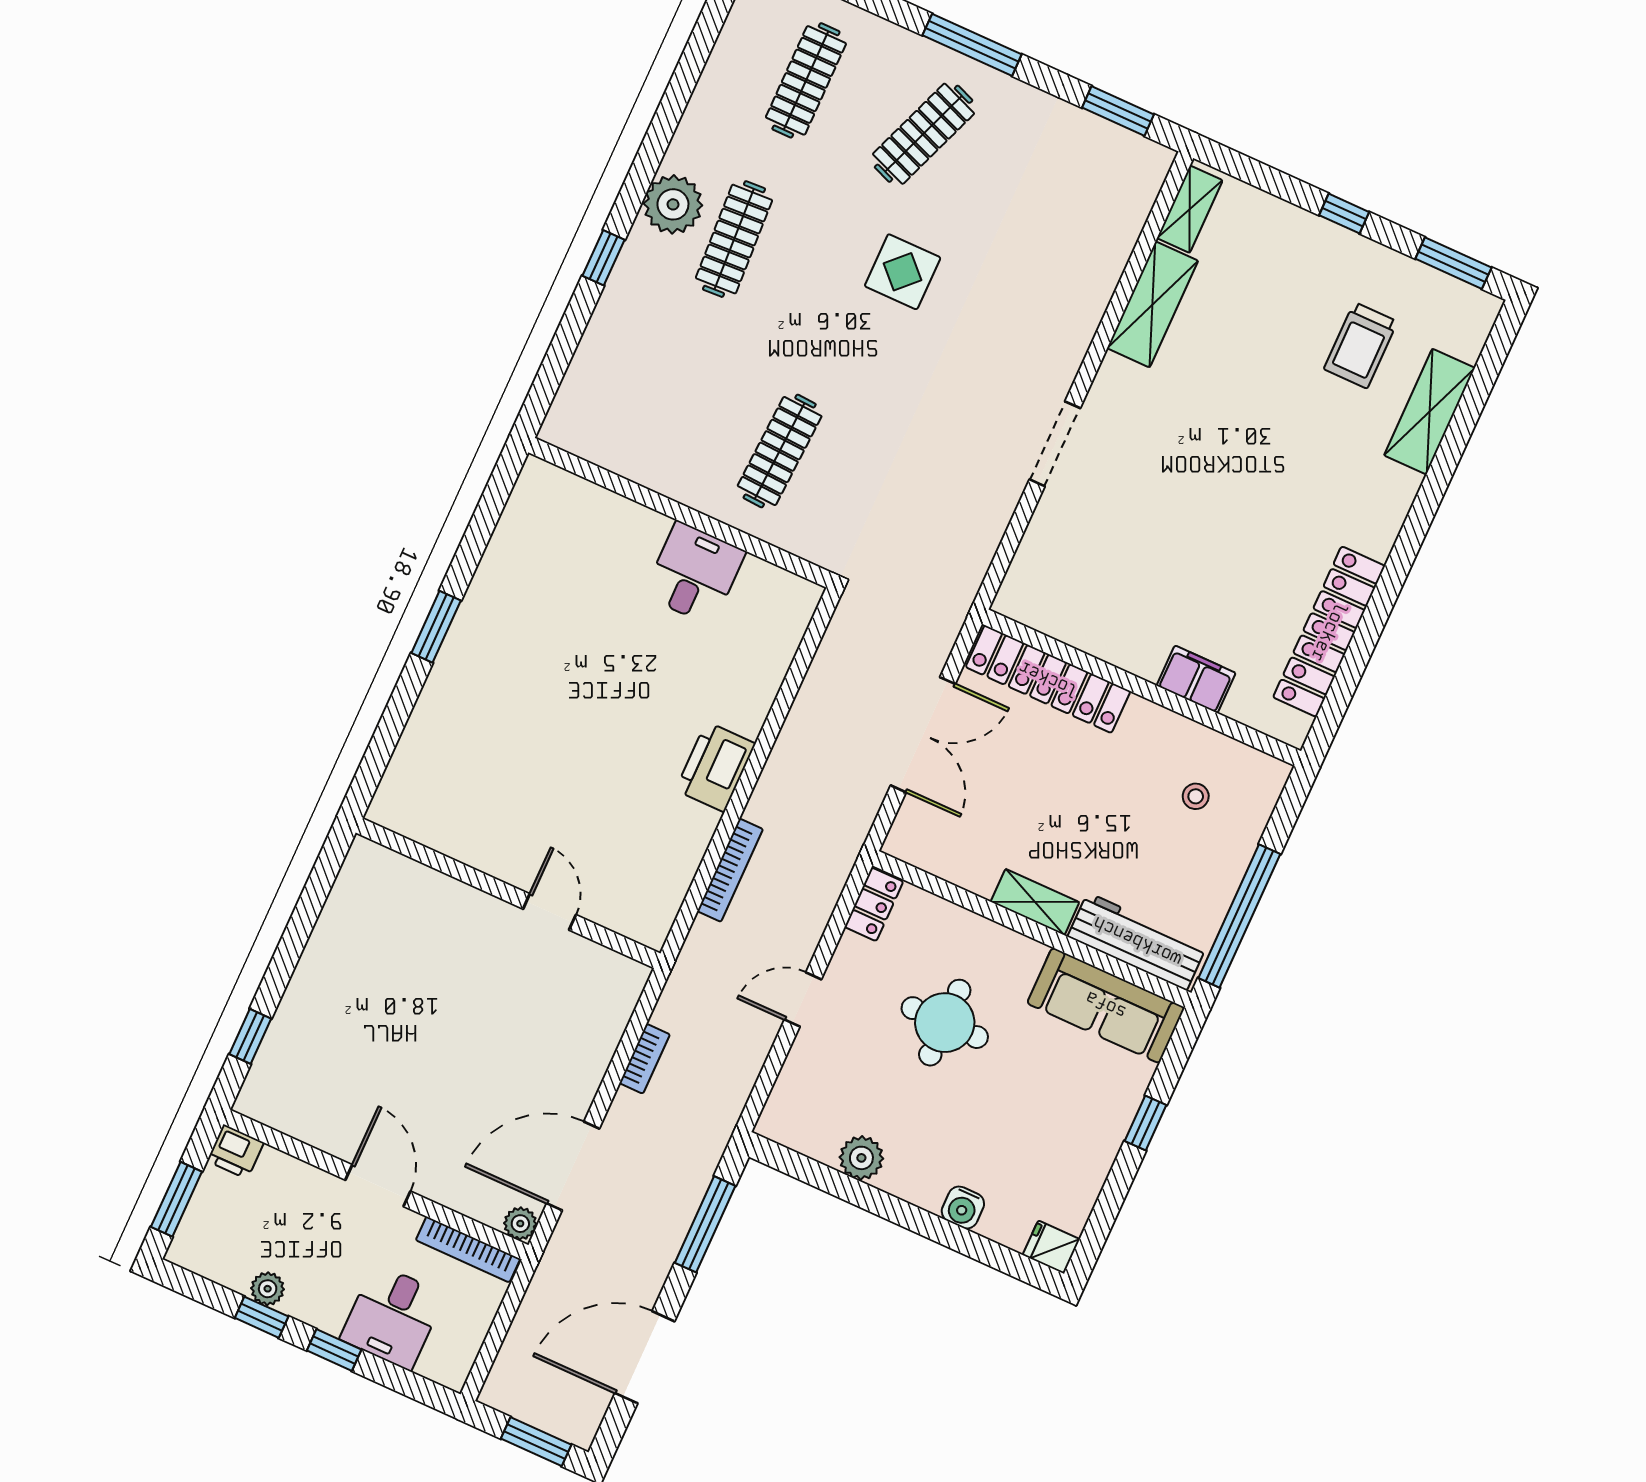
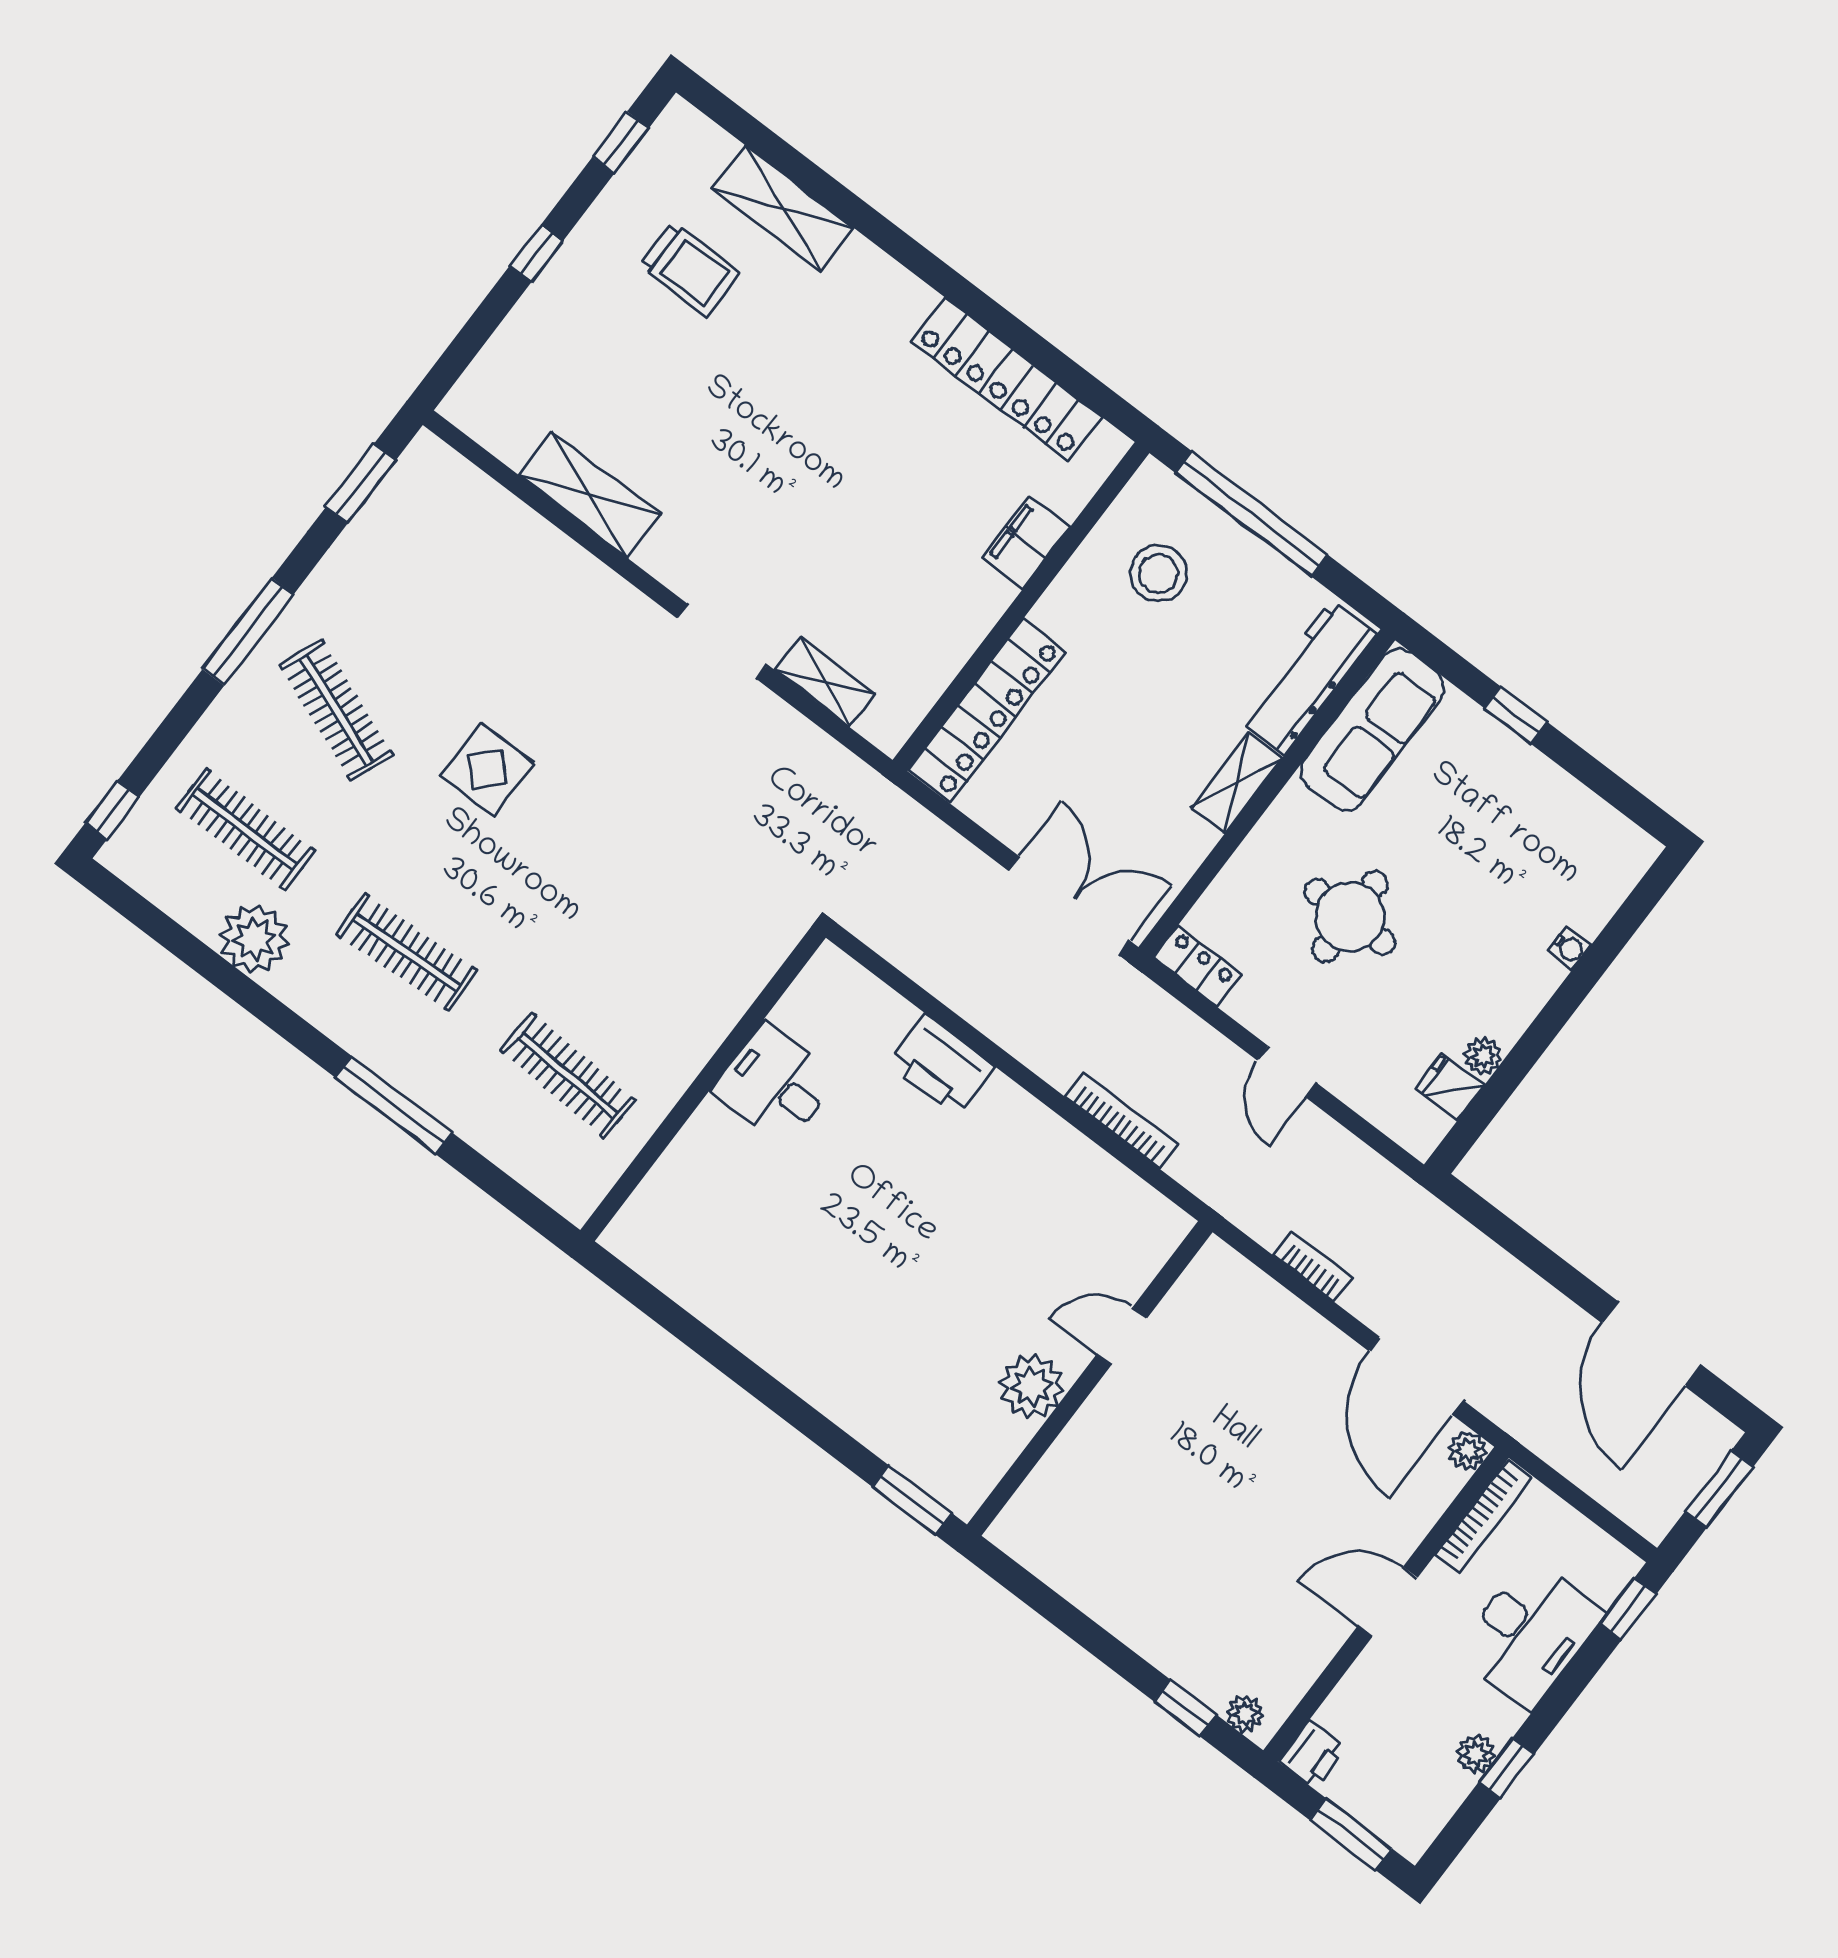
plant: (673, 204) -> (255, 939), moved
shelving: (1190, 209) -> (825, 682), moved
window: (604, 258) -> (394, 1105), width x2.17
window: (1453, 263) -> (621, 143), width x0.67
clothes rail: (780, 451) -> (568, 1075), moved
window: (436, 627) -> (912, 1500), moved
double door: (923, 735) -> (1069, 906), moved
printer: (715, 767) -> (941, 1065), moved
stool: (1196, 796) -> (1158, 573), width x1.89, depth x1.89
plant: (490, 846) -> (1032, 1386), added
window: (1239, 916) -> (1252, 514), moved
plant: (257, 1088) -> (1245, 1714), added
plant: (861, 1158) -> (1483, 1056), width x0.73, depth x0.73
water cooler: (963, 1208) -> (1569, 948), width x0.72, depth x0.72
window: (705, 1224) -> (1516, 1241), removed
fridge: (1051, 1247) -> (1450, 1087), moved, turned 90
desk: (393, 1317) -> (1530, 1633), width x1.37
window: (334, 1350) -> (1628, 1609), moved

